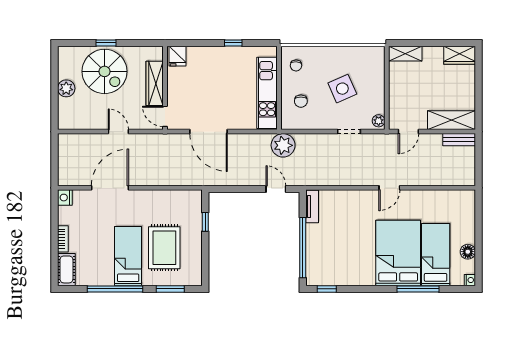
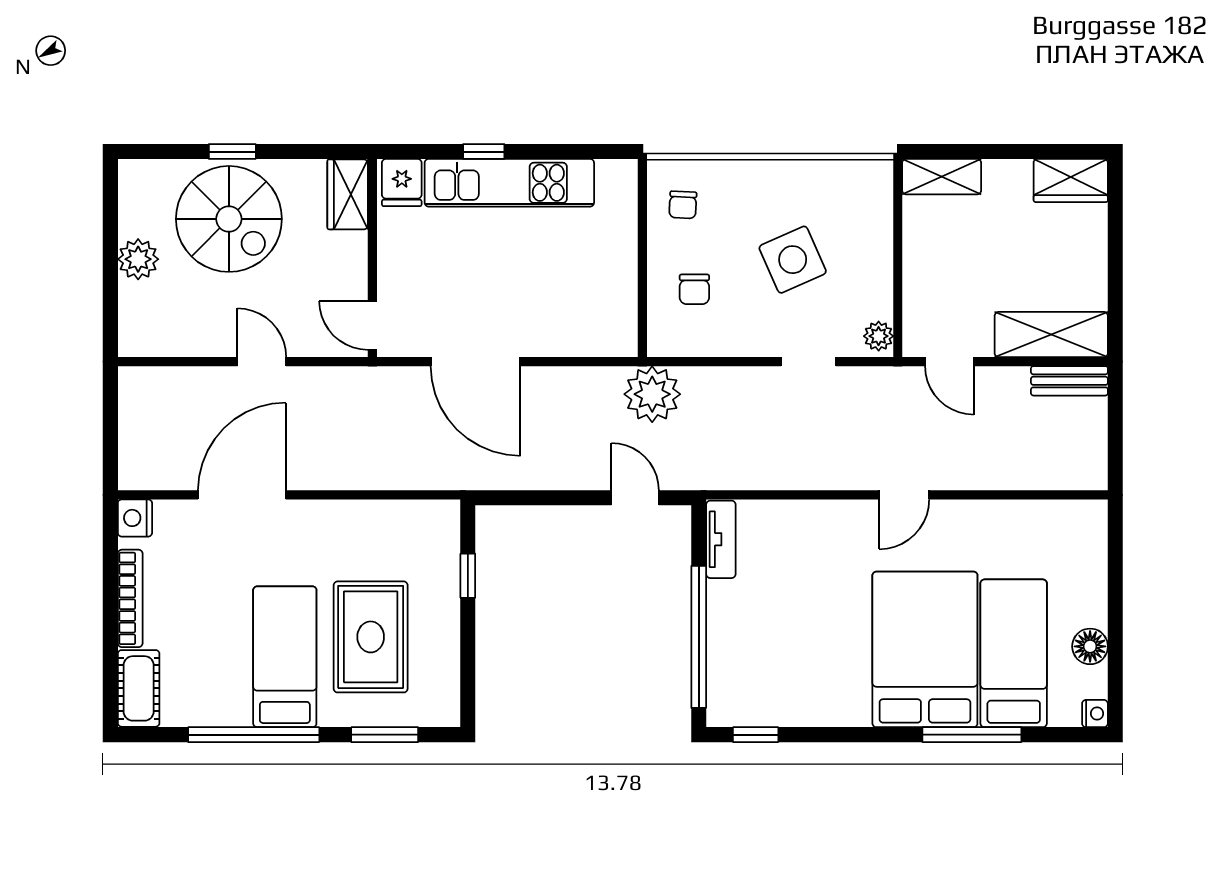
window: (233, 43) -> (484, 152), moved
wardrobe: (155, 83) -> (348, 194), moved, width x0.67
kitchen unit: (267, 93) -> (509, 183), moved, turned -90
door: (408, 132) -> (949, 362), hinge flipped
bookcase: (63, 239) -> (130, 598), width x1.56

